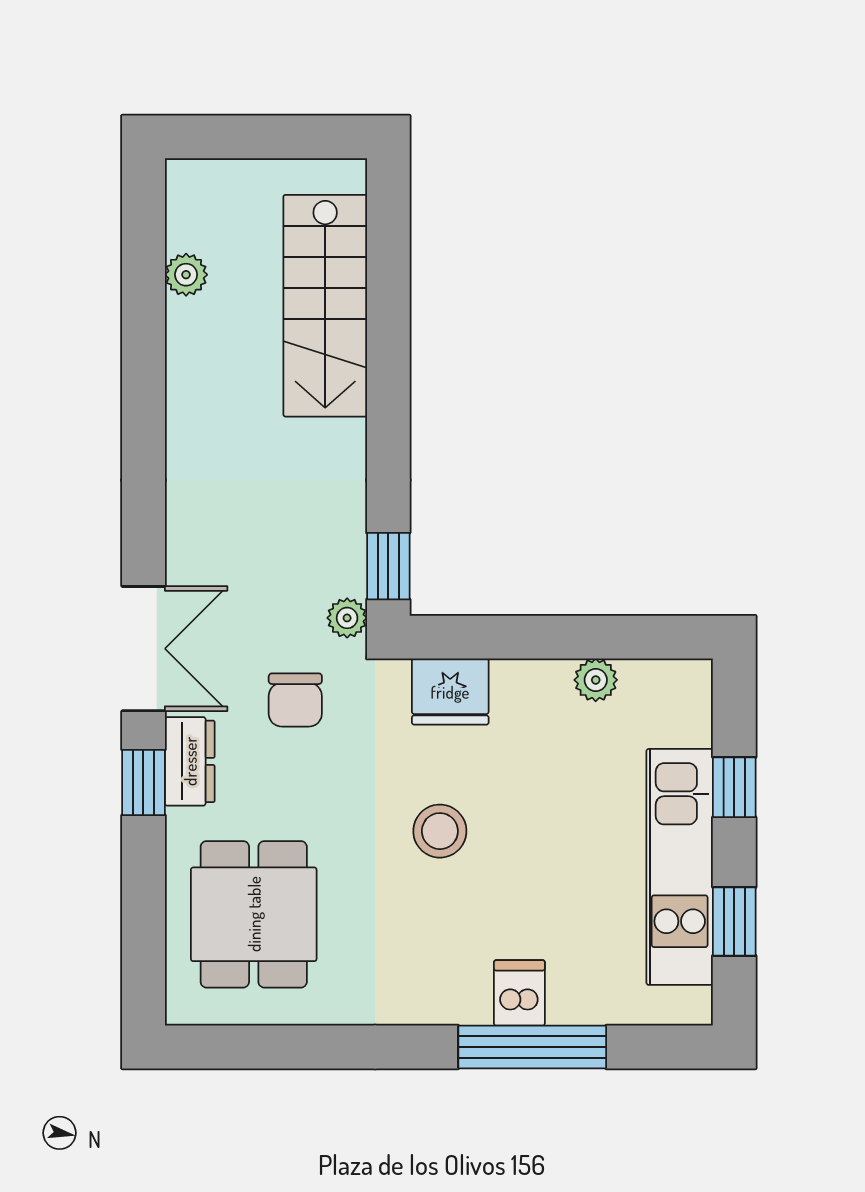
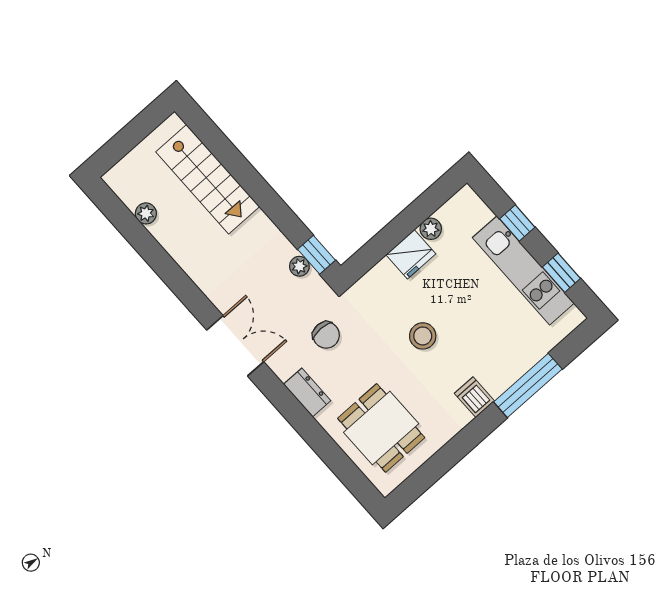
plant: (347, 618) -> (299, 266), moved
double door: (143, 649) -> (235, 346), moved
fridge: (450, 692) -> (411, 254), moved
window: (143, 782) -> (297, 415), removed
dishwasher: (519, 993) -> (474, 397), moved

